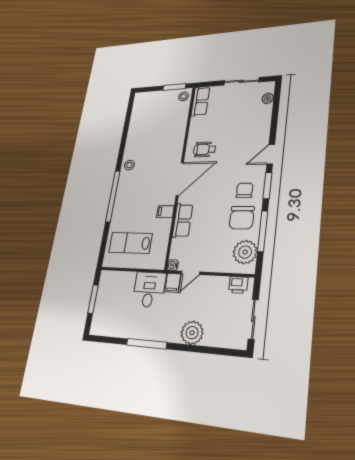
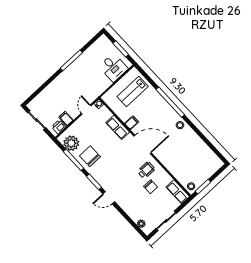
door: (271, 154) -> (109, 198), swing flipped
door: (180, 179) -> (143, 144), swing flipped
chair: (245, 190) -> (151, 187), moved
lab bench: (130, 243) -> (133, 91), turned 180
filing cabinet: (173, 283) -> (66, 119), moved
desk: (149, 290) -> (113, 67), moved
plant: (192, 333) -> (56, 87), removed

